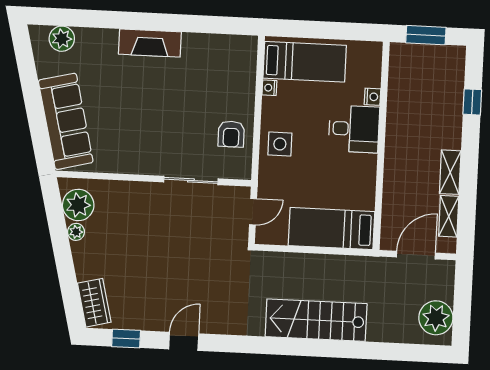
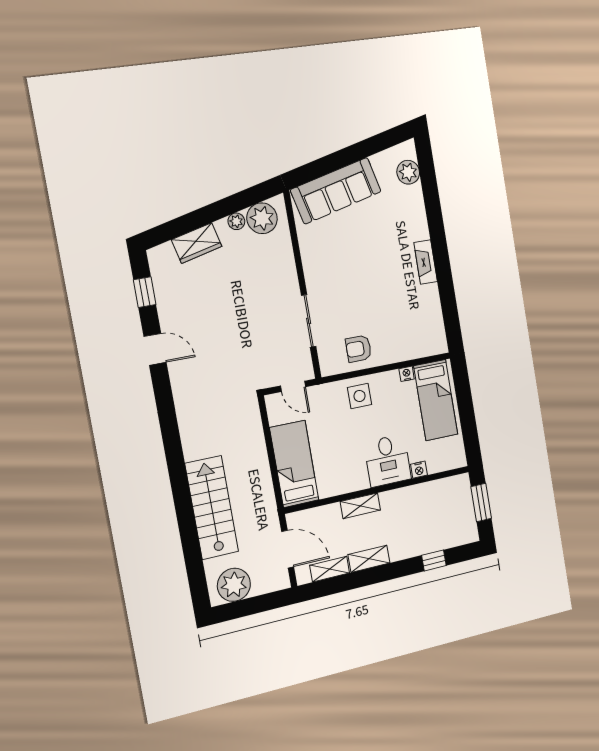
fireplace: (150, 43) -> (426, 262), width x0.73, depth x0.76
shelving: (393, 169) -> (360, 506), added
wardrobe: (94, 303) -> (197, 243), moved
stairs: (316, 320) -> (212, 508), moved

